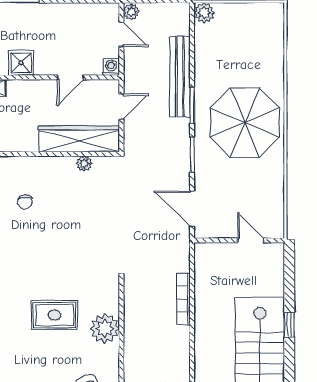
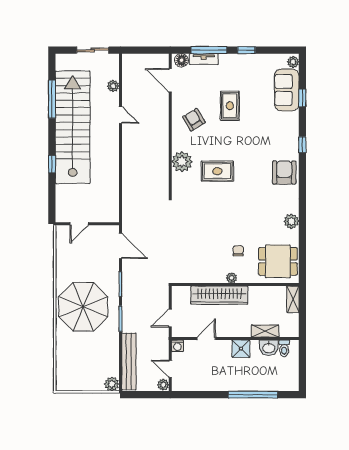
bench: (180, 77) -> (129, 361), moved
wardrobe: (79, 139) -> (219, 295), moved
plant: (84, 163) -> (232, 278), moved
door: (251, 240) -> (79, 224), hinge flipped
bookcase: (183, 299) -> (126, 182), removed

